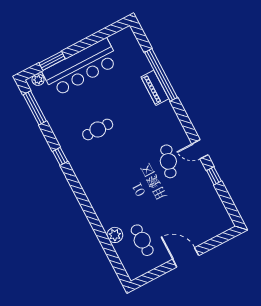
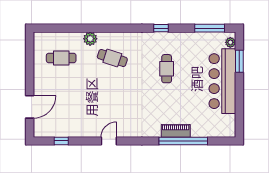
cafe table: (168, 161) -> (112, 58), moved
window: (214, 176) -> (61, 141), moved
plant: (115, 235) -> (90, 39), moved
door: (186, 257) -> (30, 107), moved

